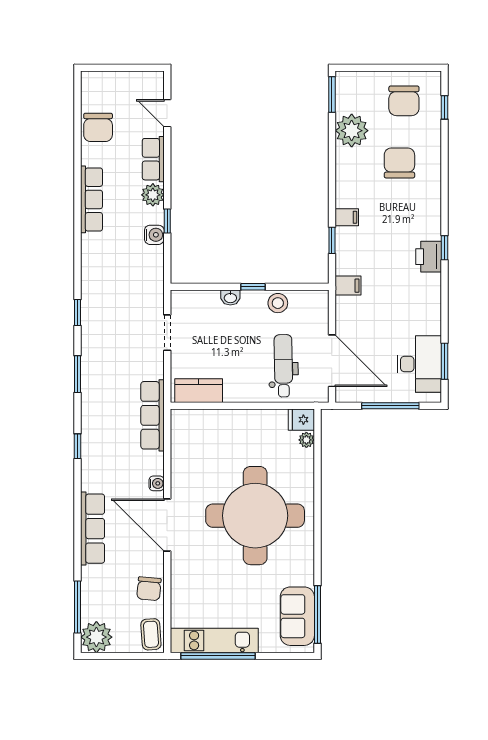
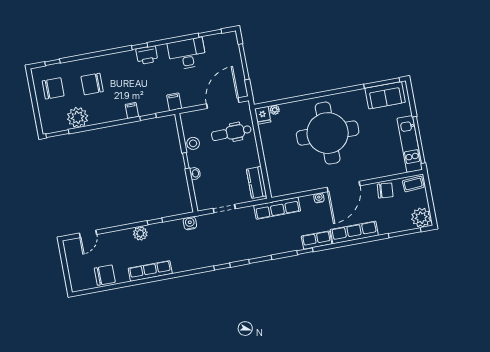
row of seats: (153, 159) -> (317, 240), moved, turned 180
water cooler: (154, 235) -> (190, 223), moved
desk: (419, 364) -> (187, 54), moved

